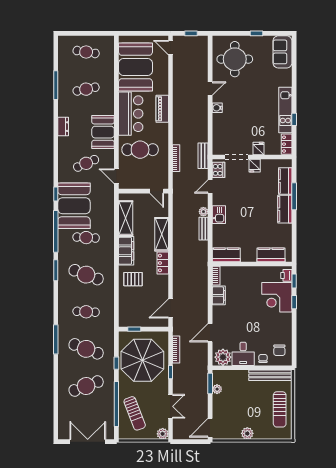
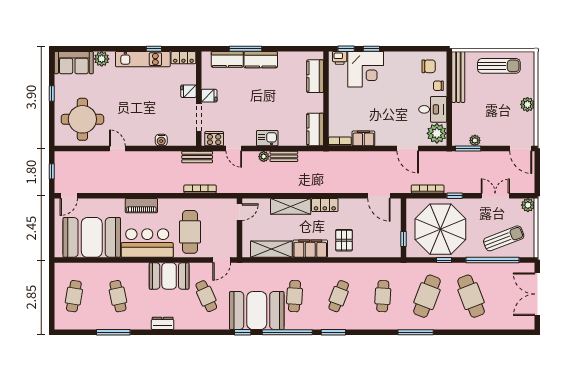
plant: (286, 75) -> (102, 59), added
water cooler: (217, 108) -> (161, 140), moved
cafe table: (86, 275) -> (339, 296), width x0.73, depth x0.74

